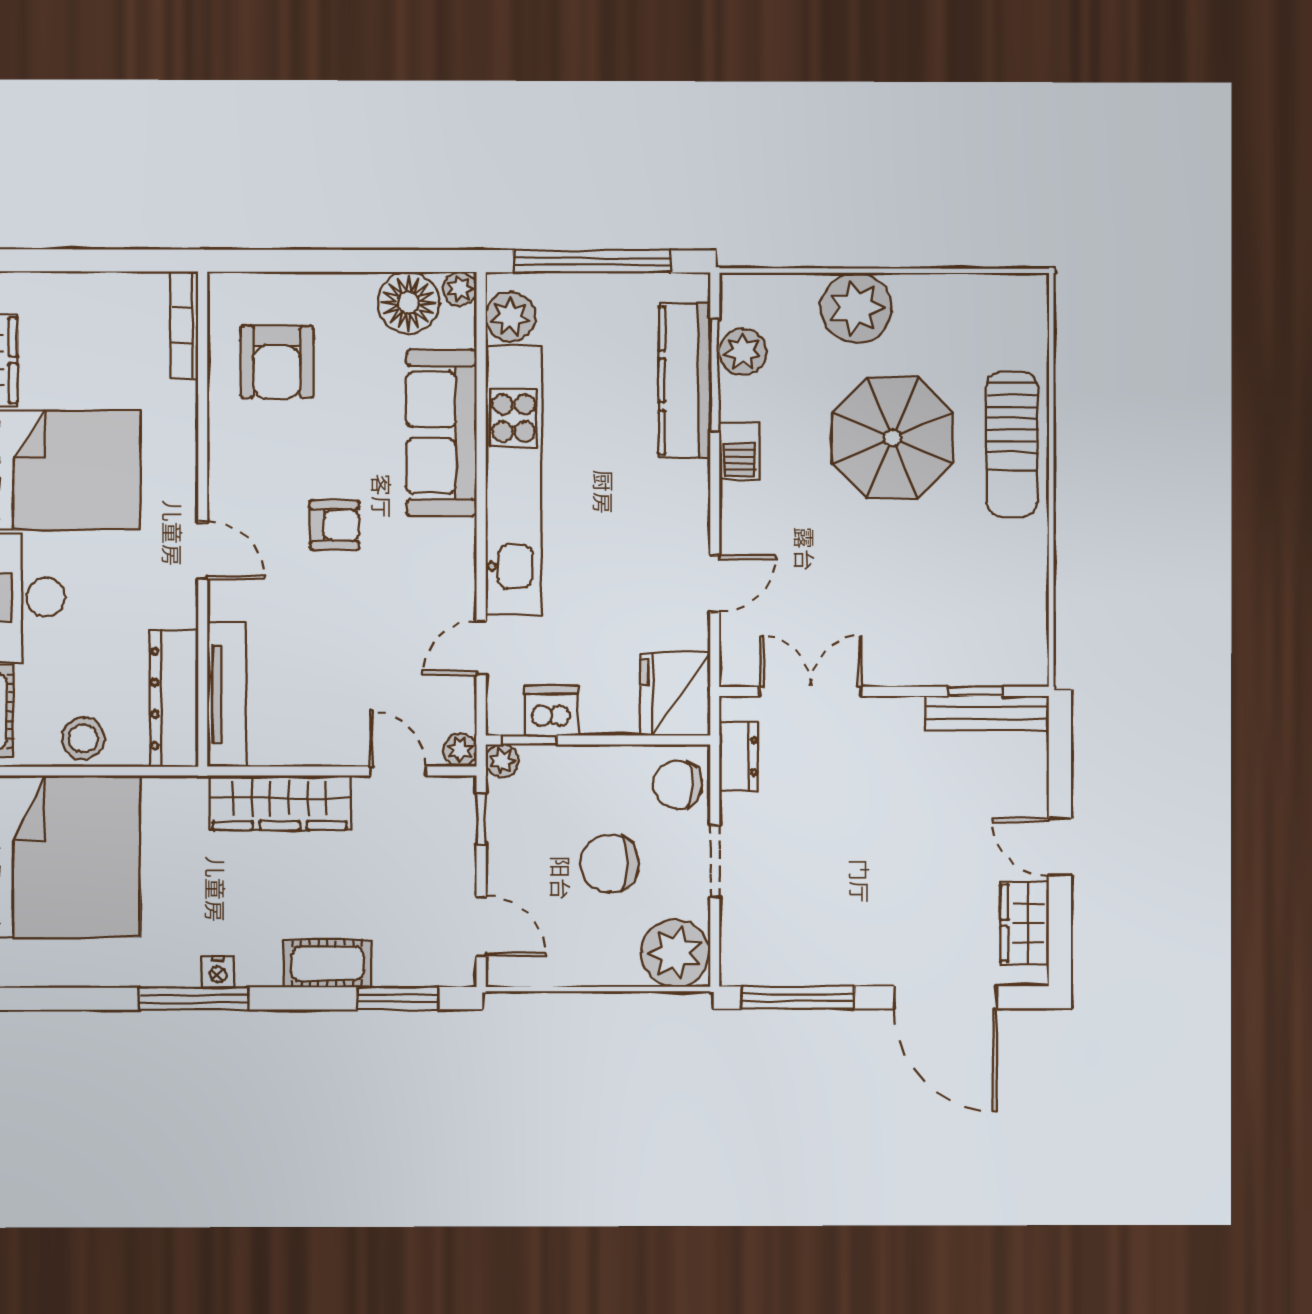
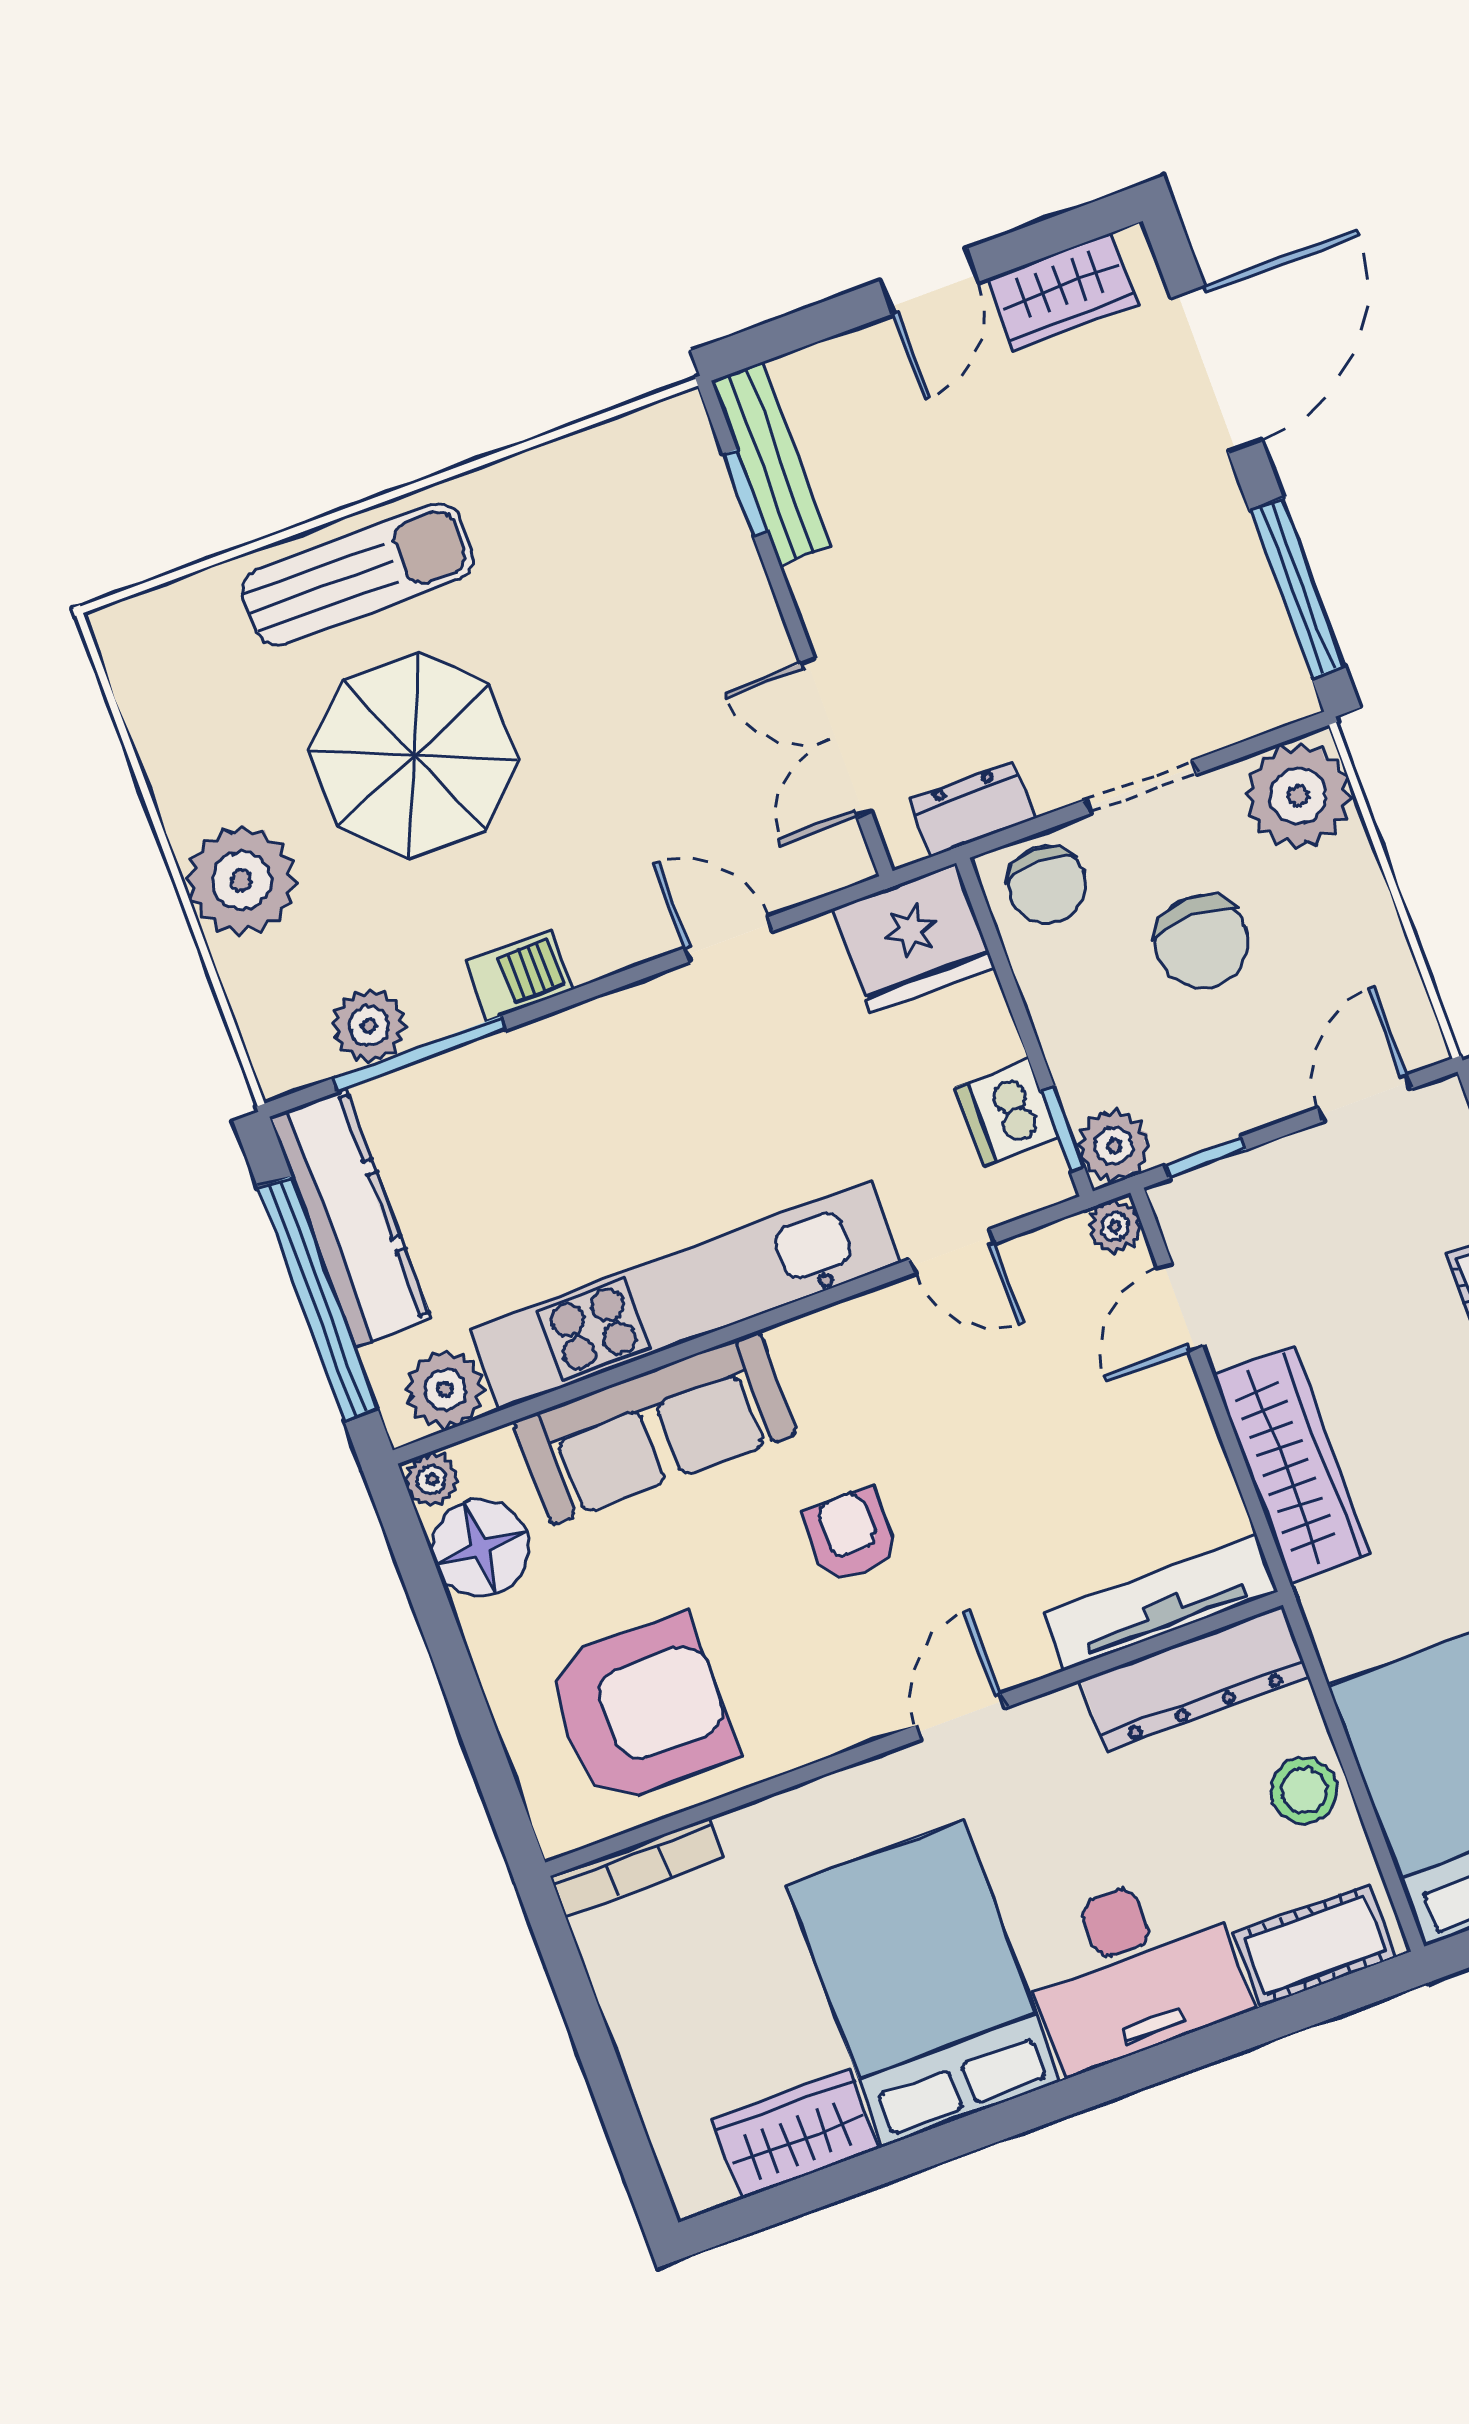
armchair: (277, 362) -> (641, 1710), width x1.36, depth x1.36
kitchen counter: (685, 380) -> (350, 1218), moved, turned -90
plant: (502, 761) -> (1114, 1145), width x1.38, depth x1.38

